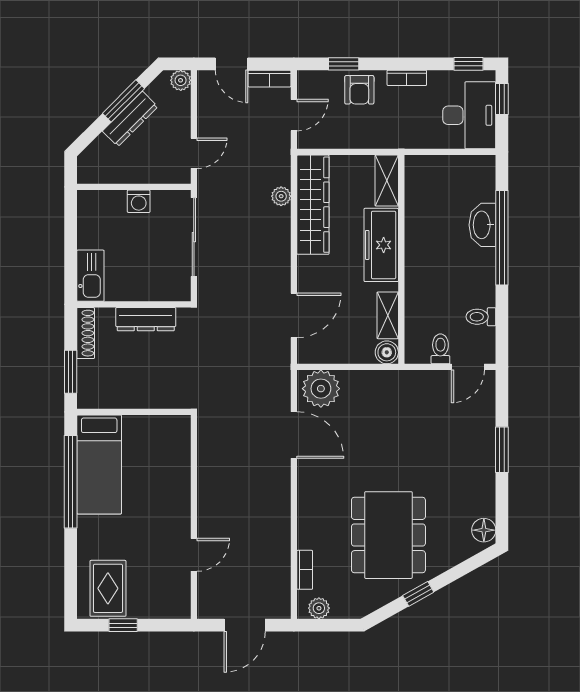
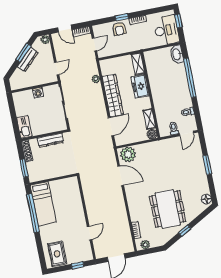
window: (344, 64) -> (122, 17), moved
window: (469, 64) -> (162, 9), removed
wardrobe: (313, 205) -> (113, 95), moved
washbasin: (482, 225) -> (177, 54), moved
freezer: (381, 245) -> (140, 86), width x0.71
window: (123, 625) -> (78, 265), moved

